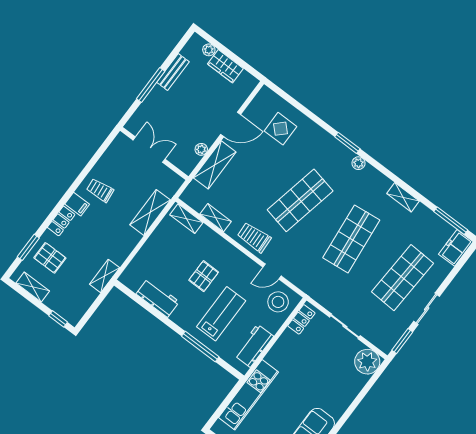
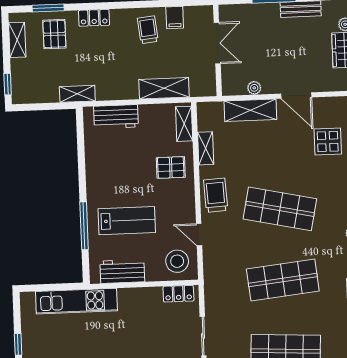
filing cabinet: (77, 204) -> (175, 17), moved
pallet: (204, 276) -> (171, 167), moved
workbench: (158, 298) -> (116, 117), moved, turned 90

